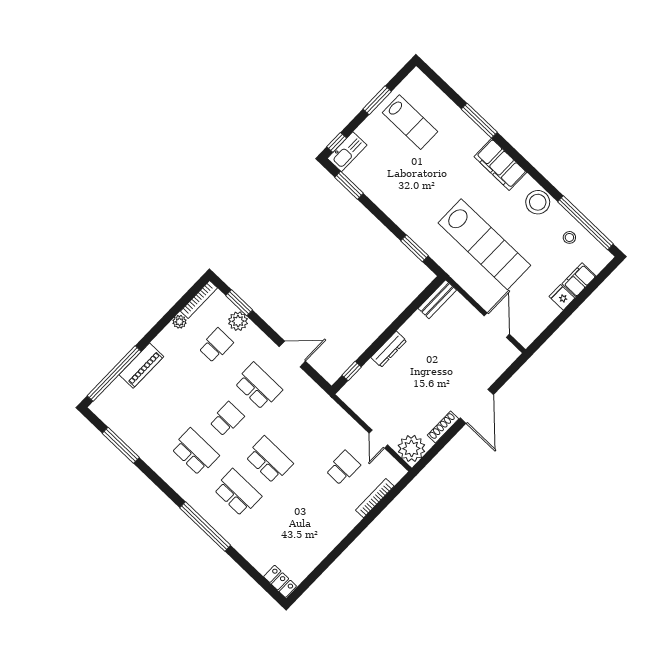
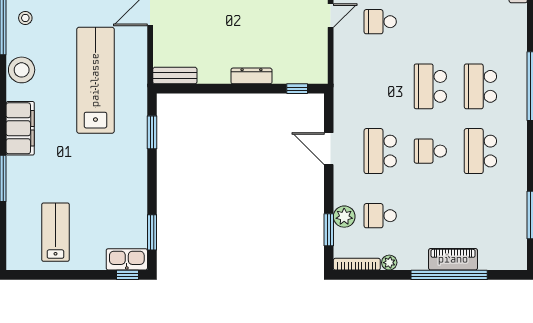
window: (377, 100) -> (63, 275), removed
window: (114, 374) -> (449, 275), moved

